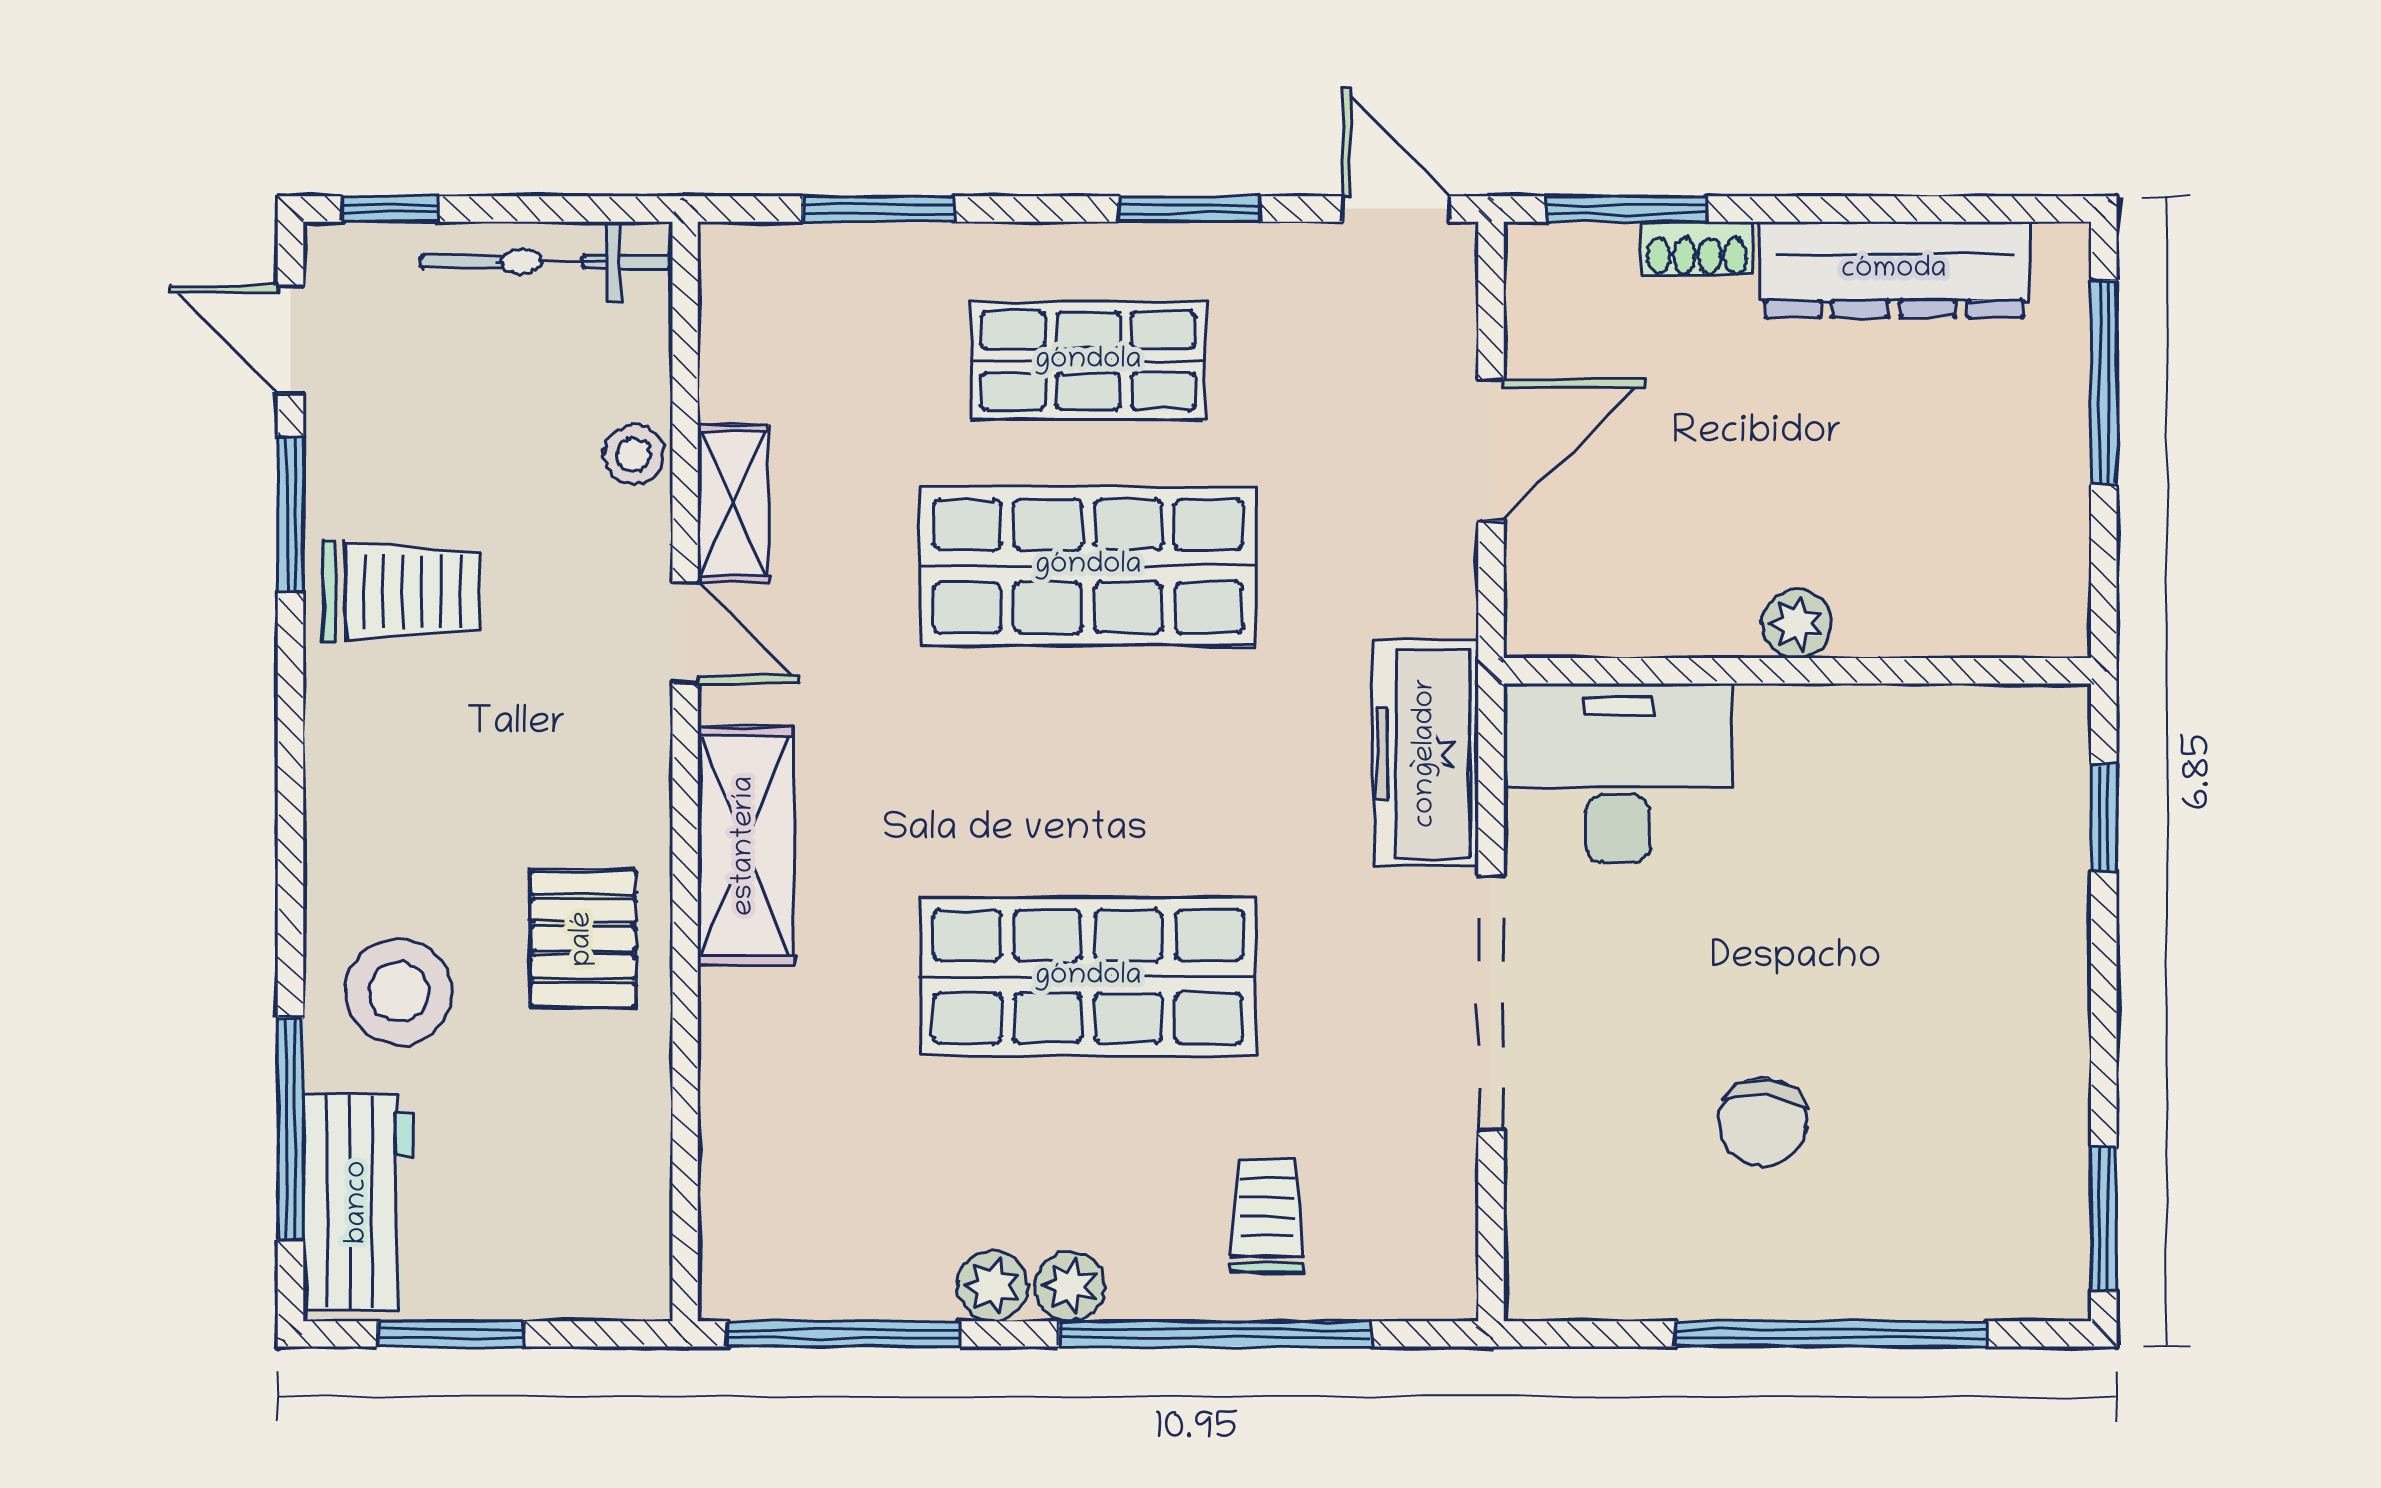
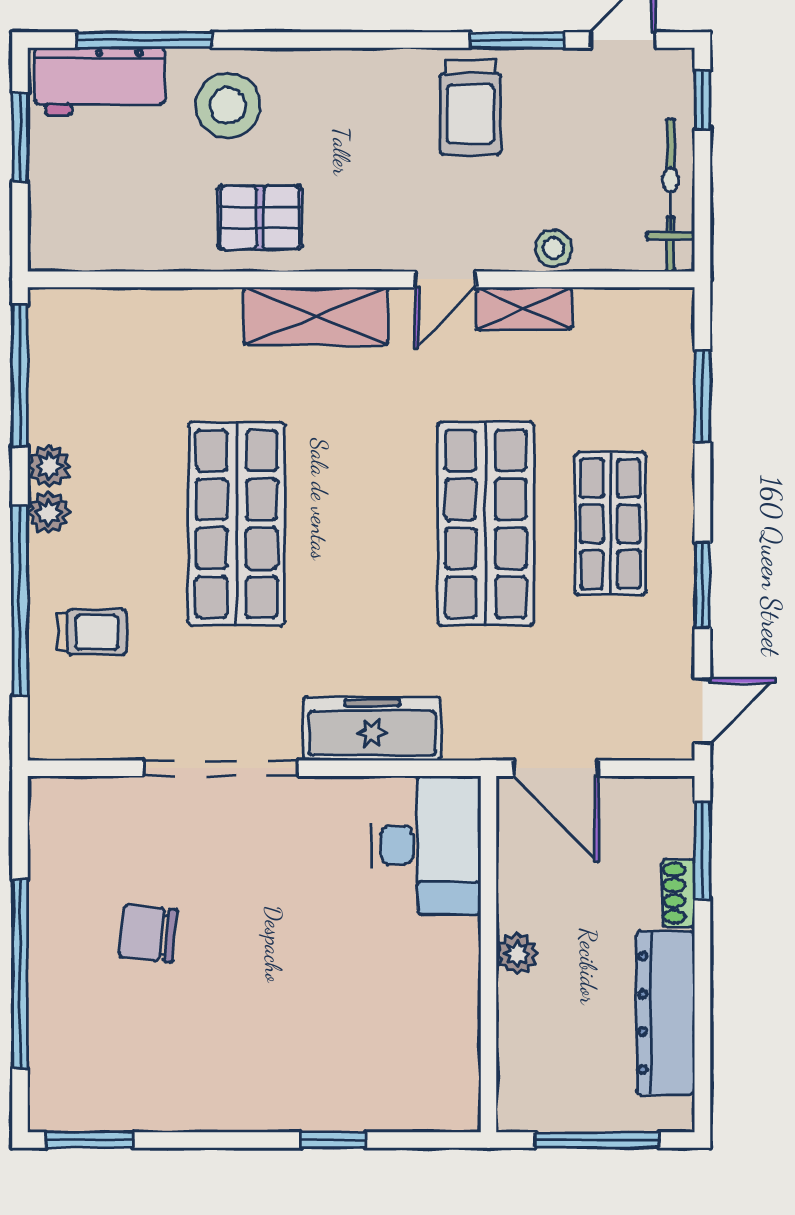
plant: (1797, 624) -> (517, 954), moved
wall: (1797, 671) -> (489, 954), moved
desk: (1618, 773) -> (426, 845), moved

